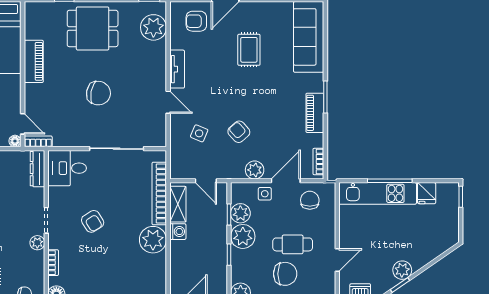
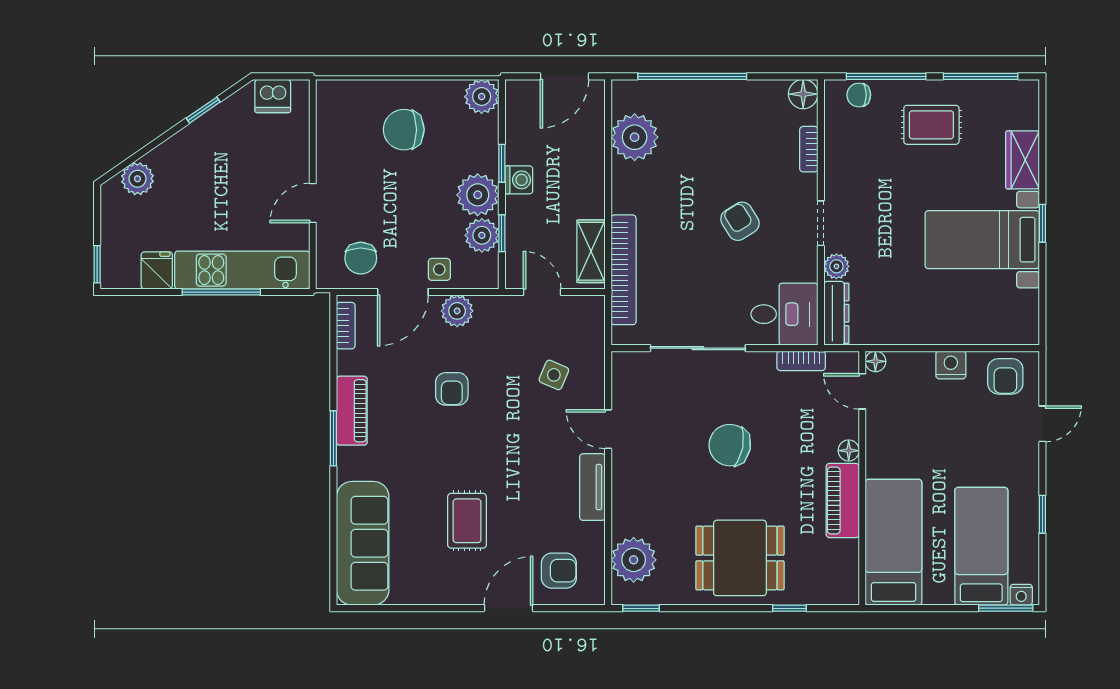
floor lamp: (30, 90) -> (849, 451), added
armchair: (239, 132) -> (452, 389), moved, turned 42
bookcase: (38, 141) -> (801, 361), moved
washing machine: (178, 232) -> (519, 180), moved, turned 180
plant: (153, 240) -> (635, 137), moved
plant: (37, 243) -> (836, 266), moved
cafe table: (293, 244) -> (391, 181), removed
door: (337, 260) -> (313, 203), moved
plant: (402, 270) -> (137, 179), moved

